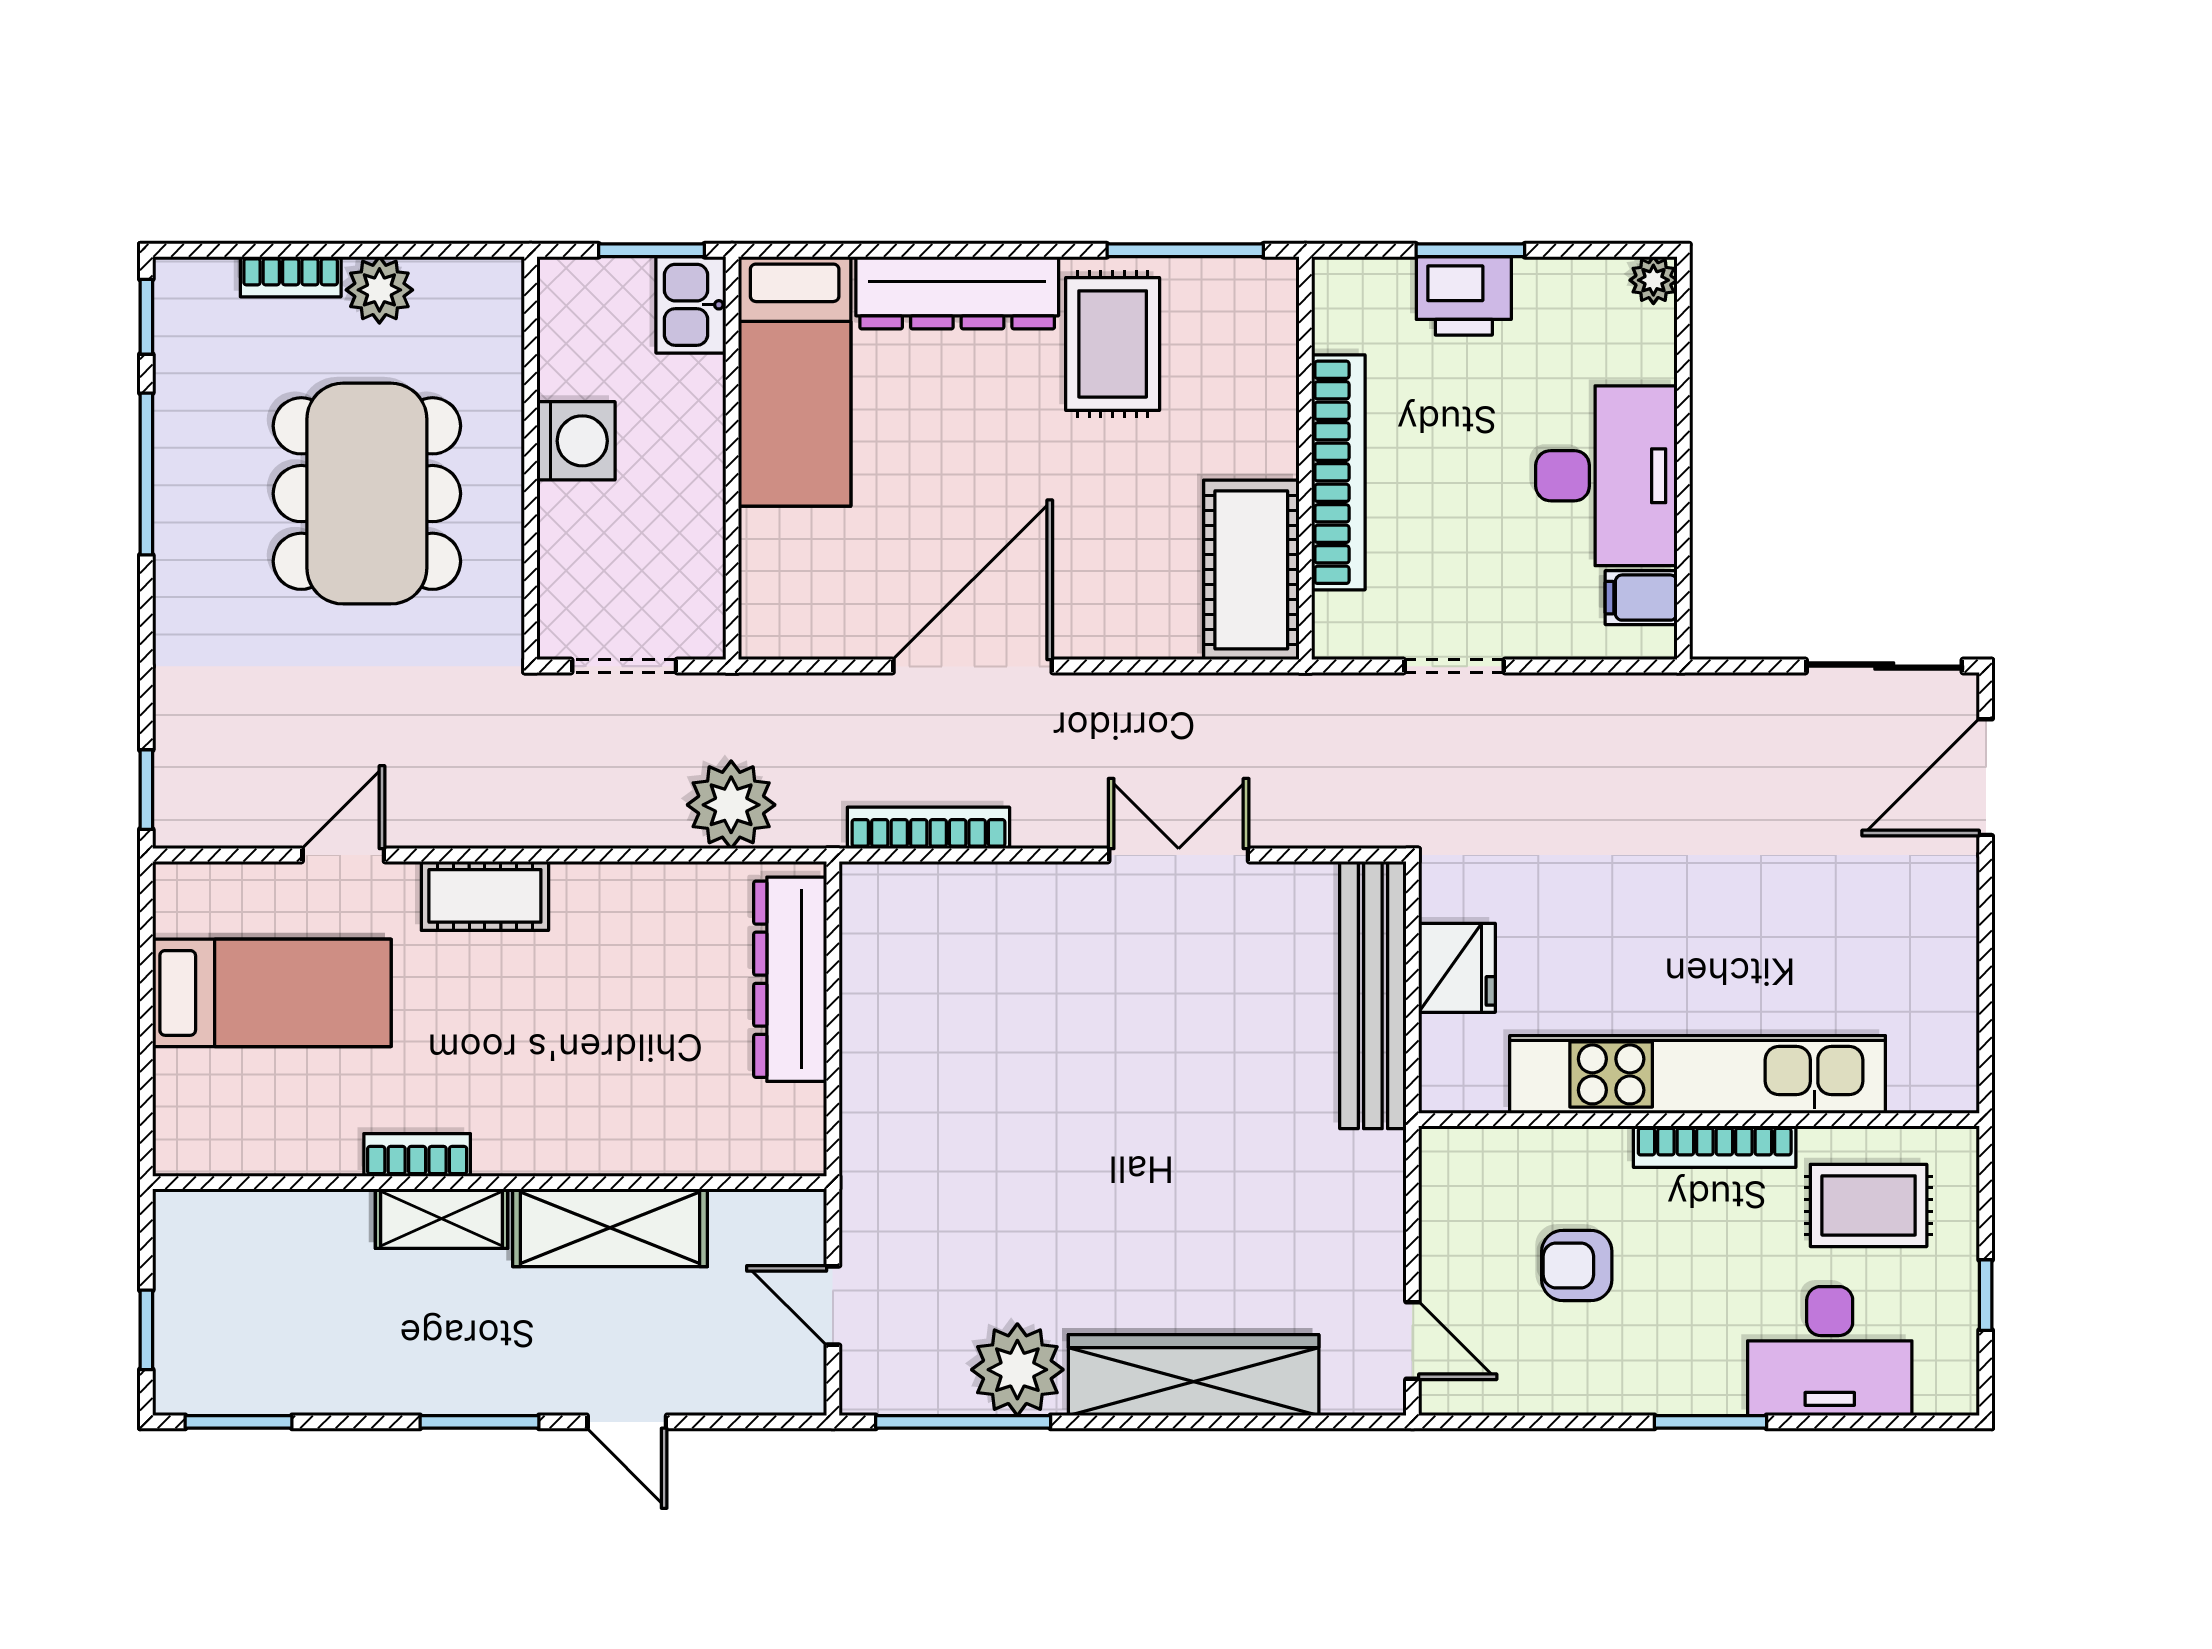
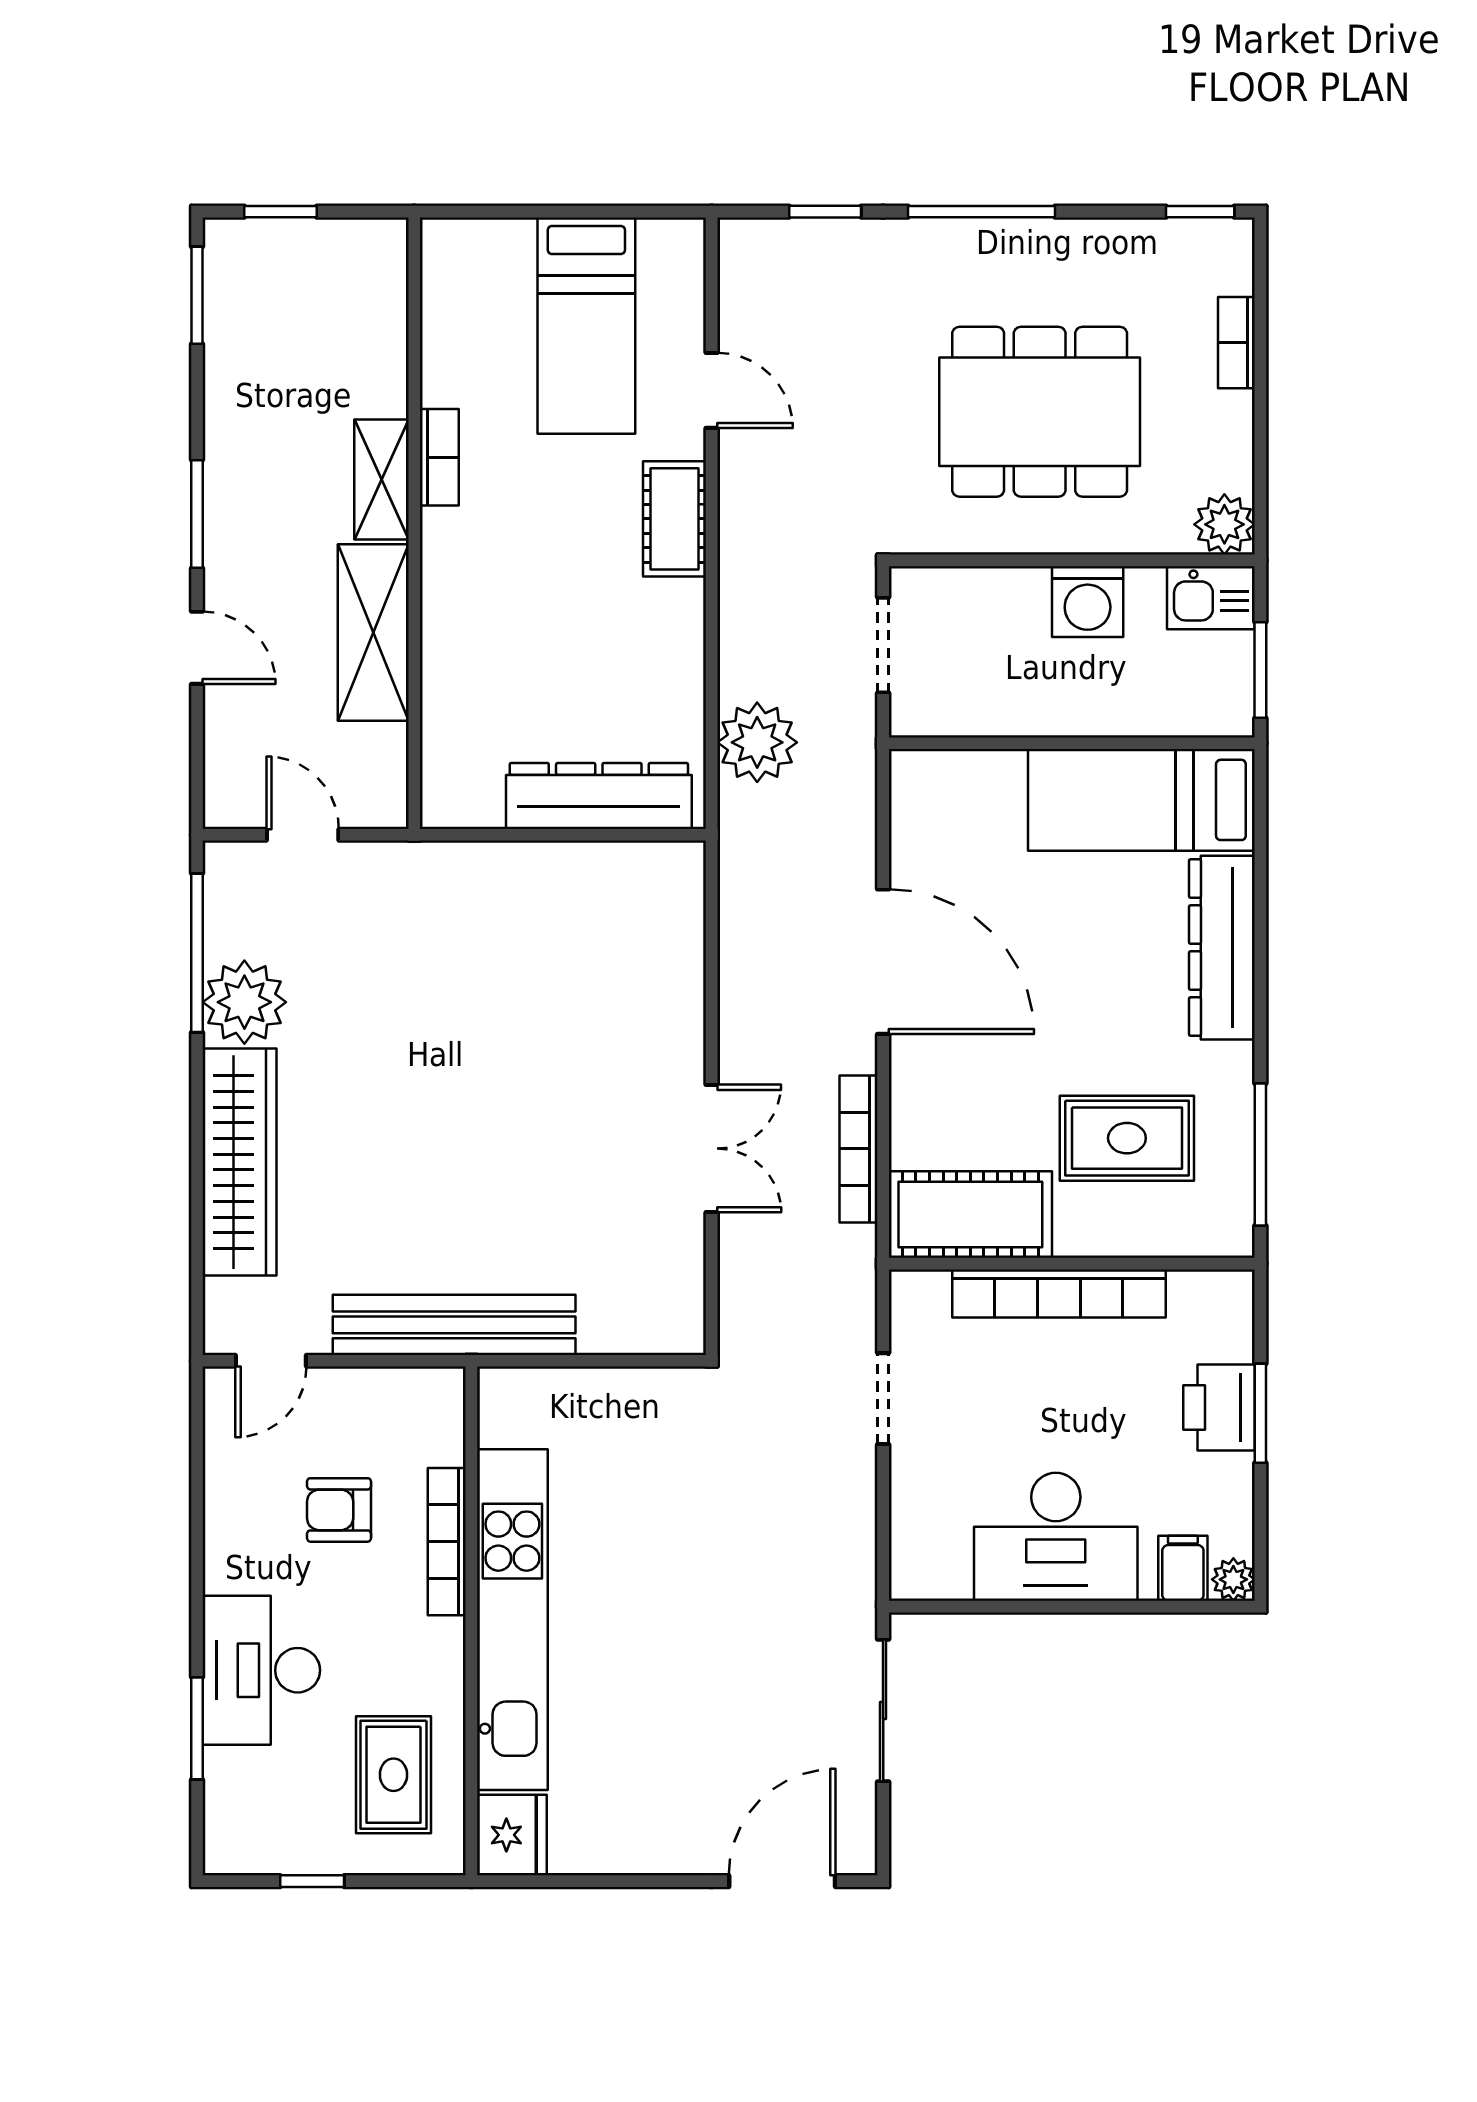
plant: (379, 290) -> (1224, 524), moved
kitchen sink: (691, 305) -> (1211, 598), moved, turned 180
rug: (1113, 344) -> (1127, 1138), moved
window: (146, 474) -> (981, 212), moved
filing cabinet: (1641, 598) -> (1183, 1568), moved
sliding door: (1884, 666) -> (883, 1710), moved
door: (1986, 777) -> (782, 1881), hinge flipped
window: (146, 790) -> (825, 212), moved
bookcase: (928, 828) -> (859, 1149), moved, turned 180
fridge: (1457, 968) -> (512, 1835), moved, turned -90
bench: (1373, 995) -> (454, 1325), moved
bookcase: (1715, 1147) -> (447, 1542), moved
armchair: (1577, 1265) -> (339, 1510), turned -90
door: (833, 1306) -> (303, 835), hinge flipped
desk: (1830, 1351) -> (261, 1670), moved
door: (627, 1422) -> (197, 648), swing flipped
window: (1711, 1422) -> (197, 1728), moved

